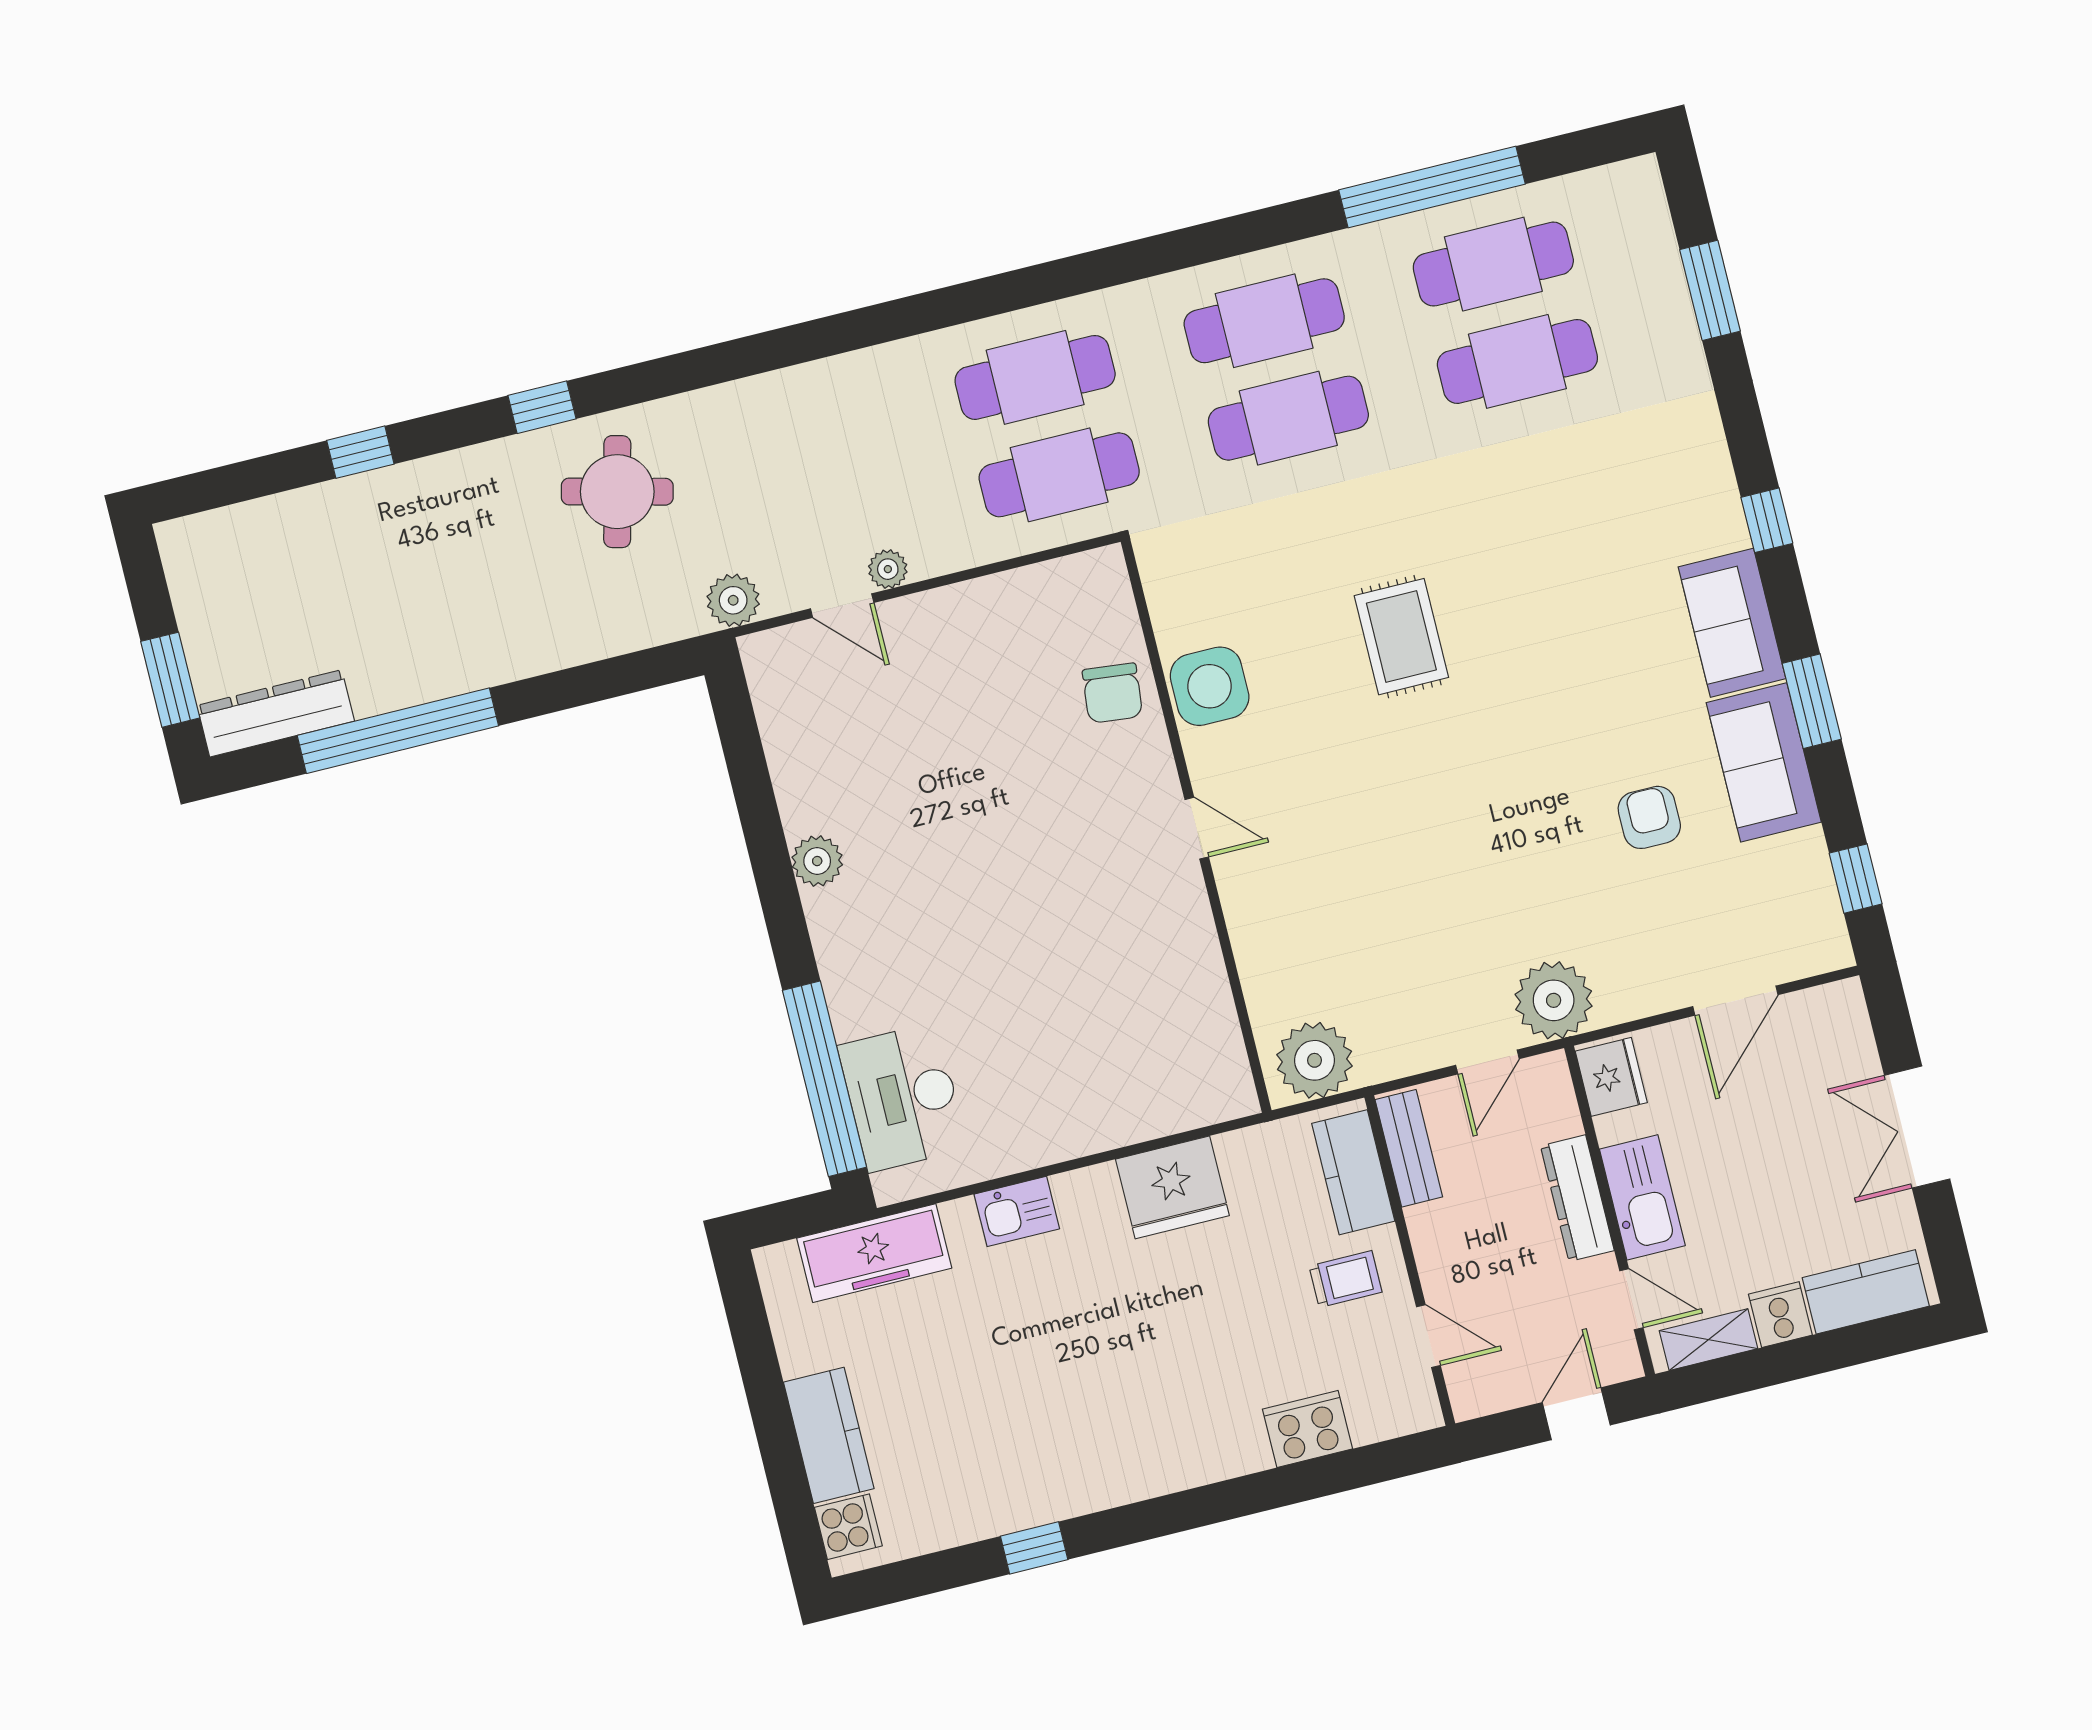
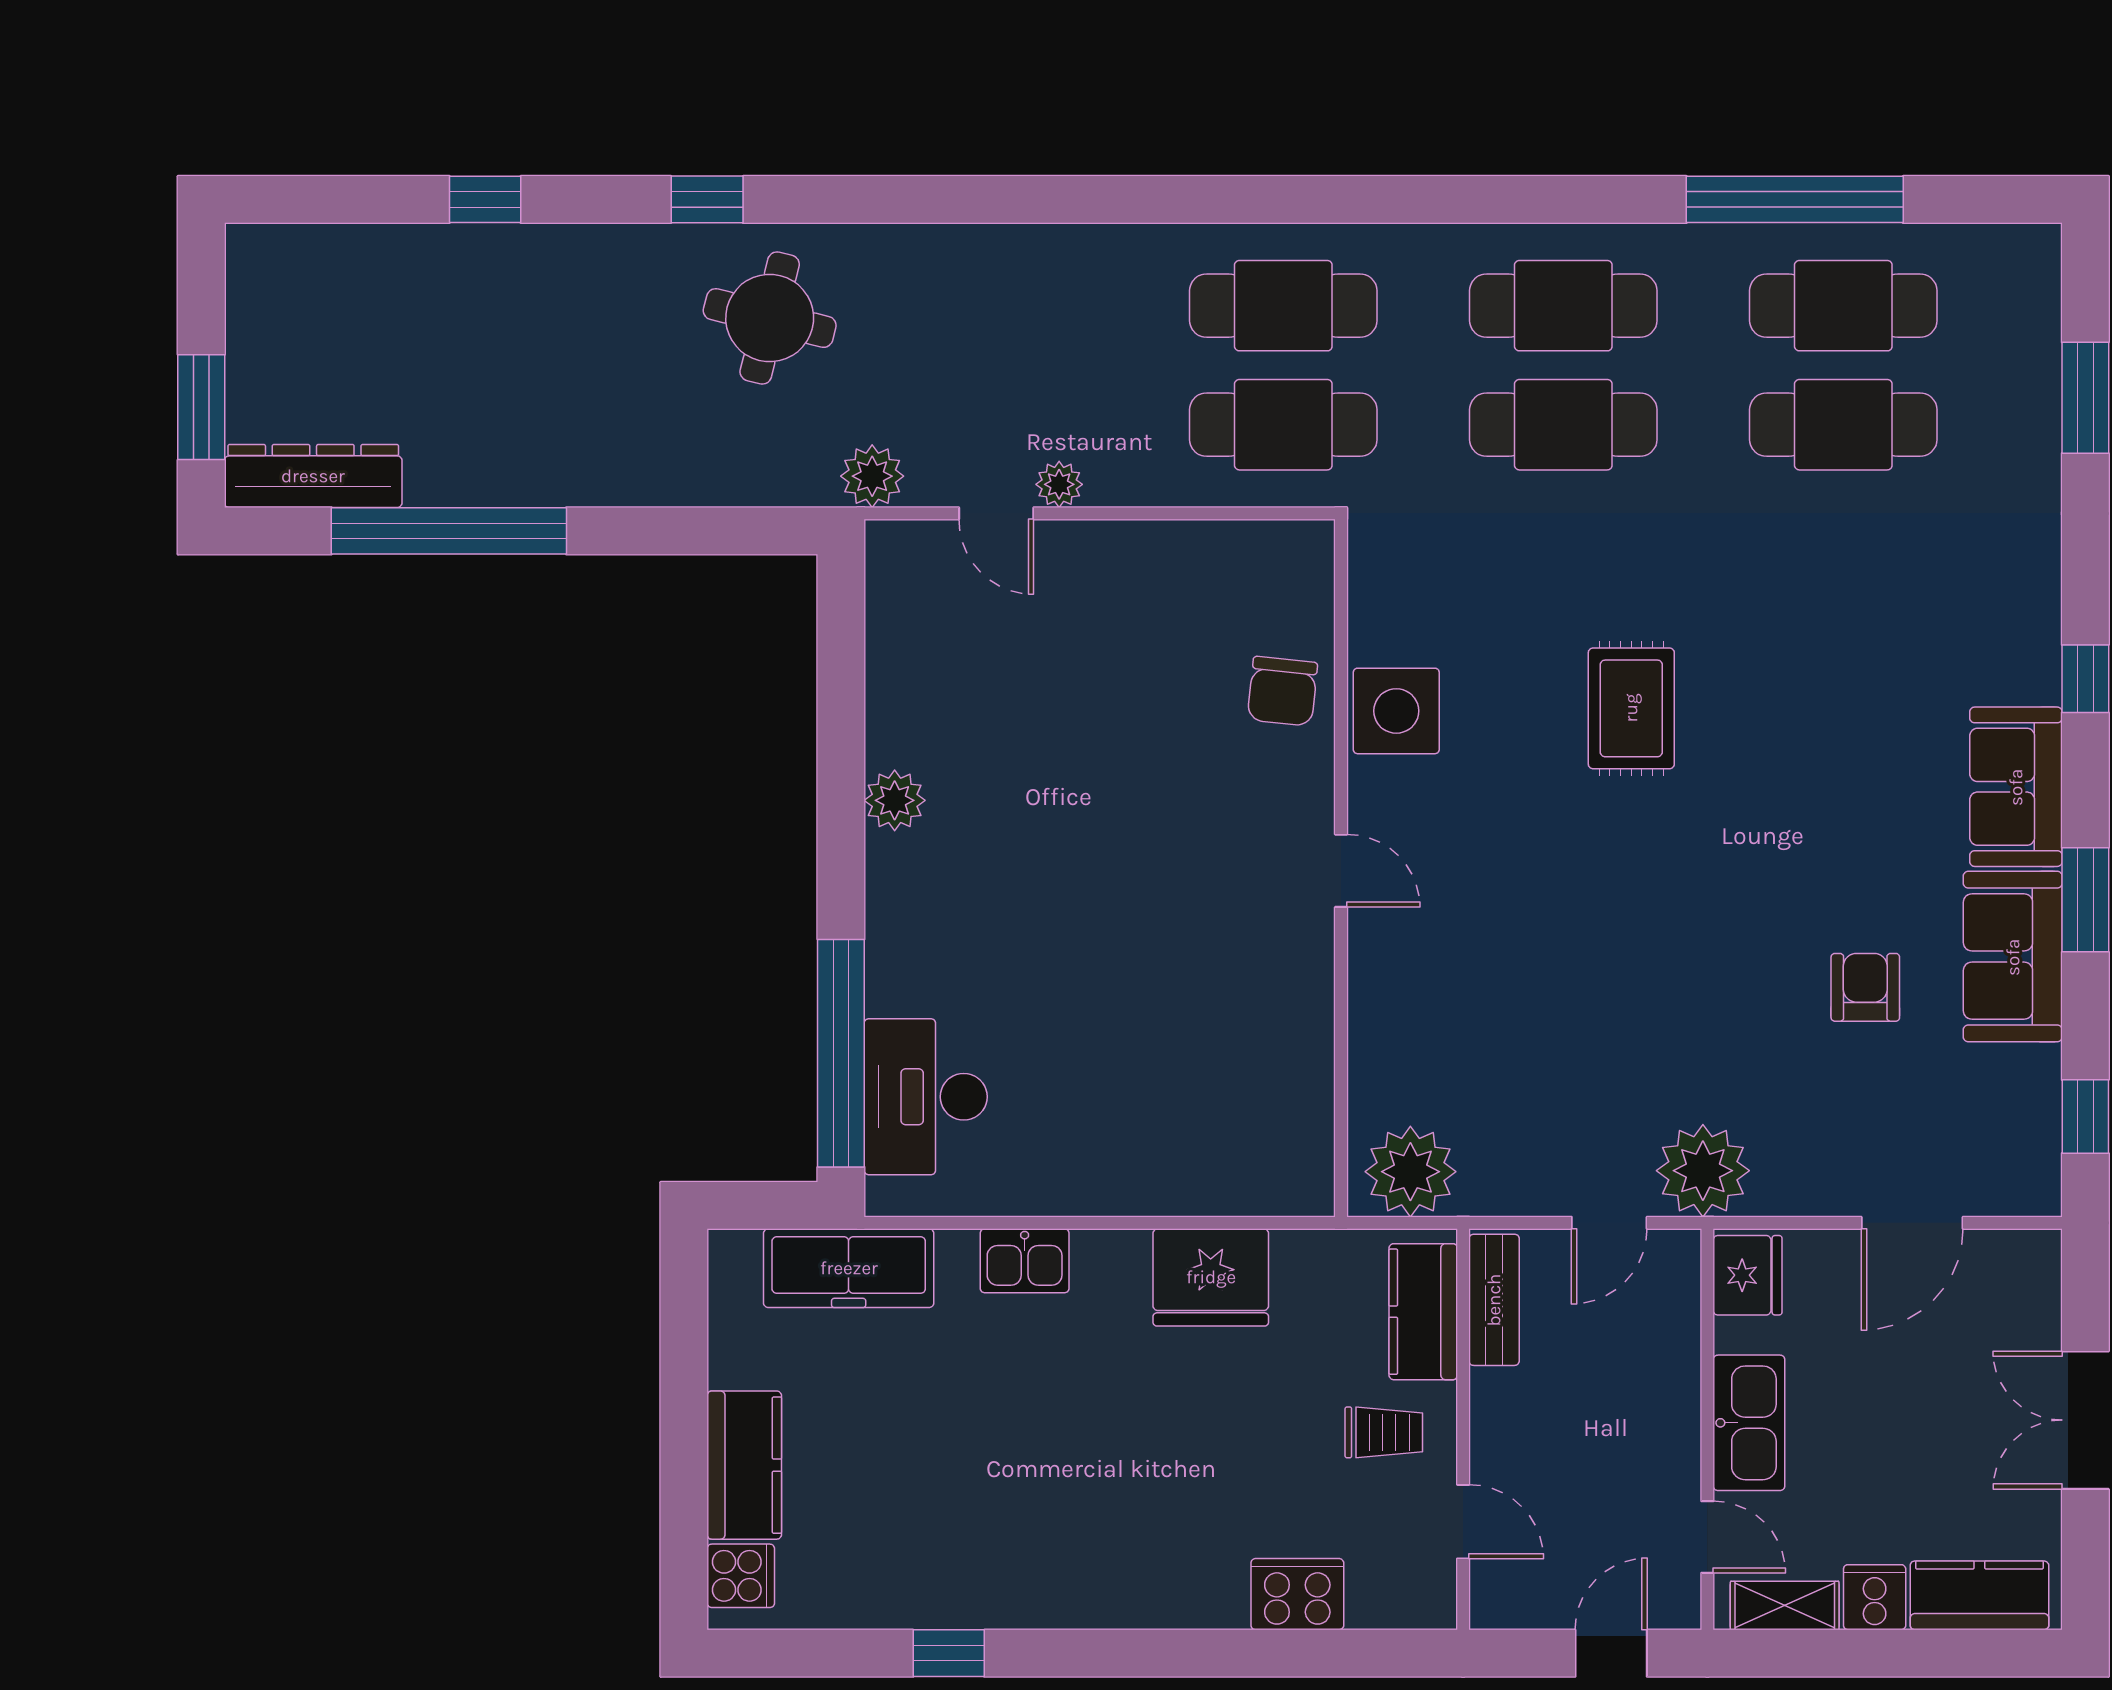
dresser: (1577, 1198) -> (1674, 1405), removed

